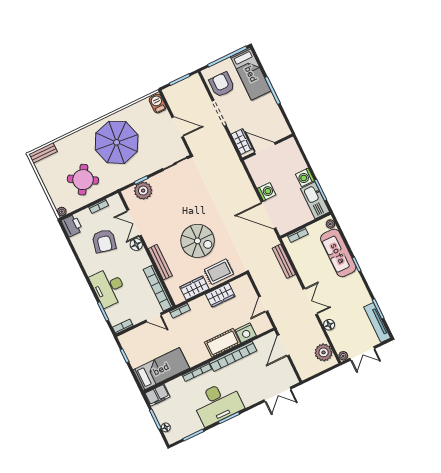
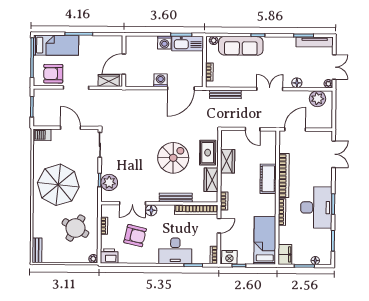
door: (178, 127) -> (70, 128), hinge flipped
nightstand: (246, 333) -> (229, 257), moved, turned 90
door: (283, 345) -> (295, 129), swing flipped

